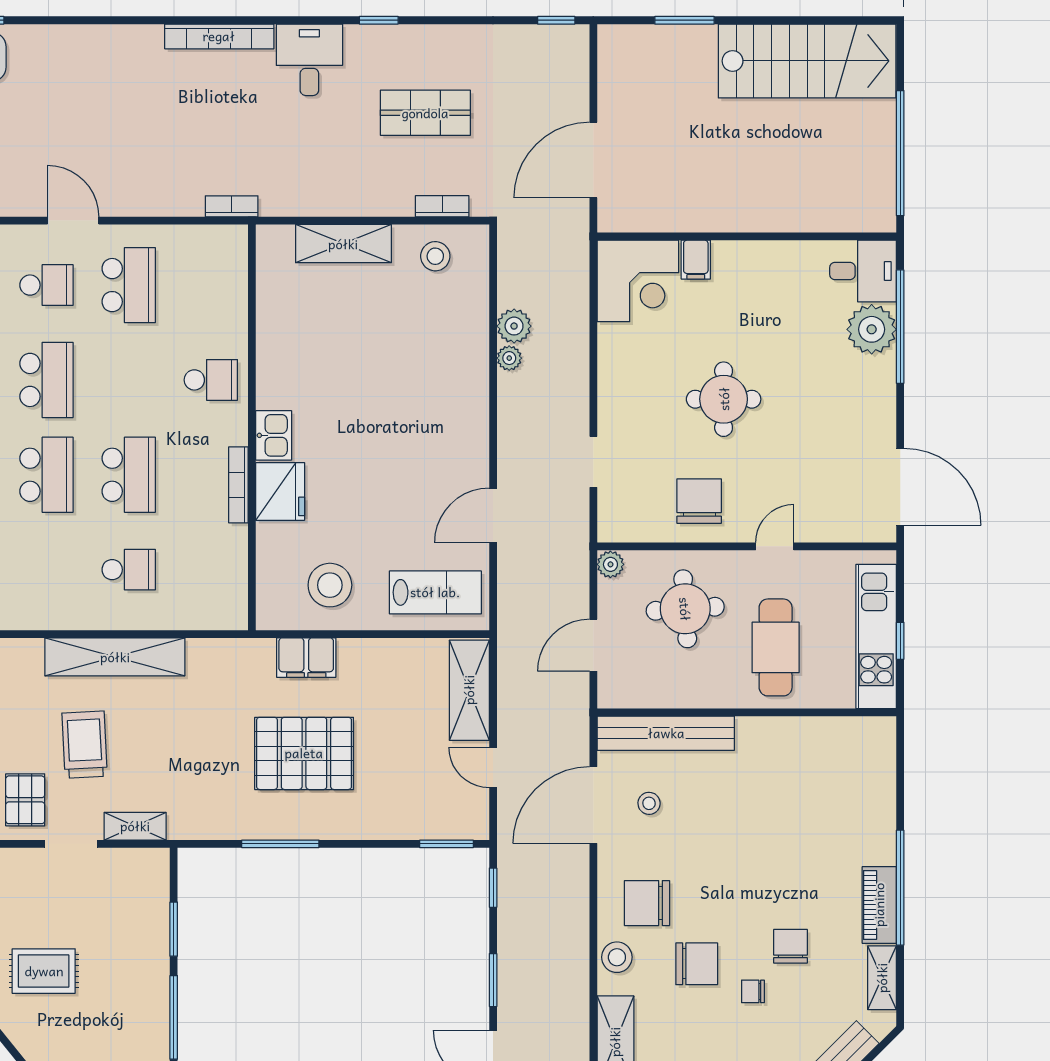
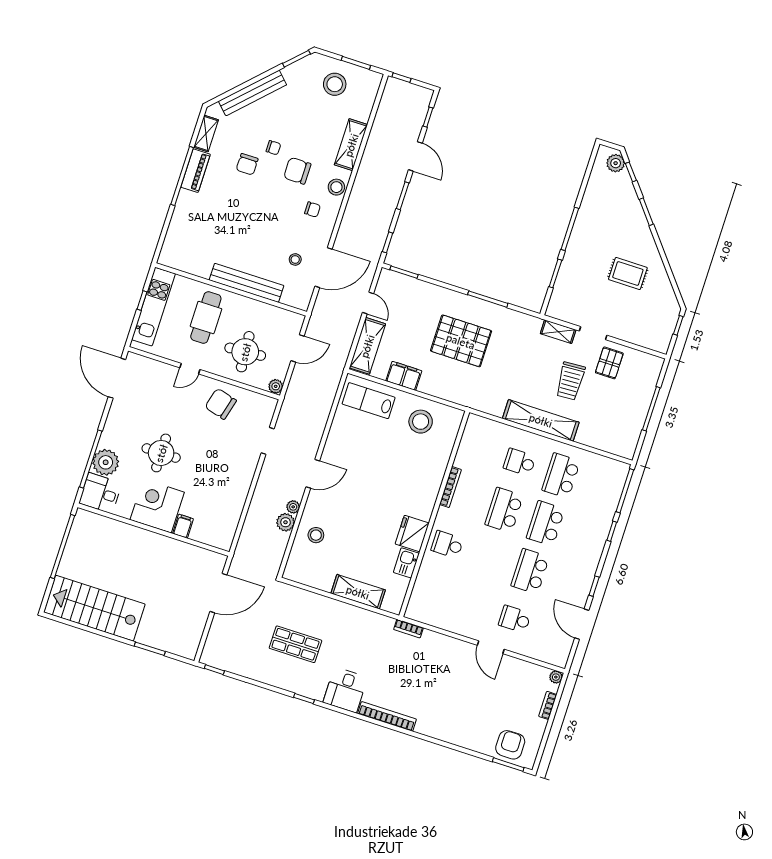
bookcase: (442, 206) -> (302, 594), removed
stool: (435, 256) -> (316, 535), moved
corner desk: (638, 281) -> (157, 506), moved
school desk: (129, 285) -> (561, 476), moved
round table: (724, 399) -> (161, 453), moved
kitchen sink: (274, 435) -> (406, 563), moved
fridge: (280, 491) -> (412, 533), moved
chair: (699, 501) -> (221, 404), turned 105
door: (493, 515) -> (313, 474), moved
filing cabinet: (306, 658) -> (404, 376), moved
bench: (666, 733) -> (247, 283), moved
chair: (647, 903) -> (312, 210), width x0.54, depth x0.54

